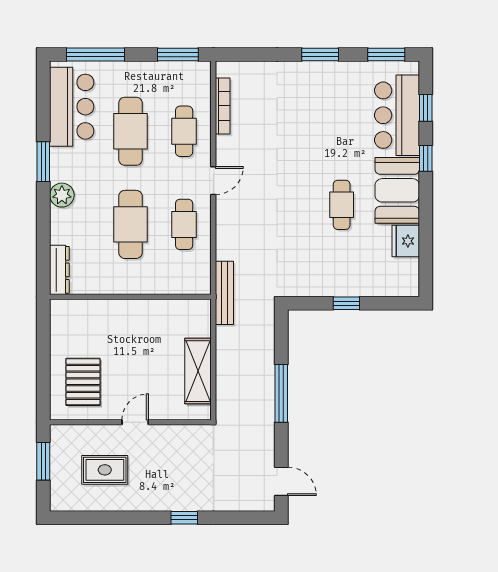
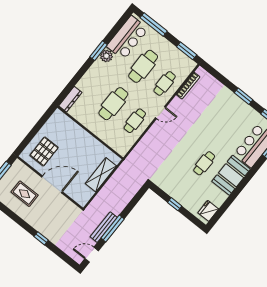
window: (426, 158) -> (253, 172), removed
plant: (62, 195) -> (106, 56), moved
fridge: (406, 241) -> (208, 211), moved
bench: (224, 293) -> (104, 227), moved
shelving: (198, 371) -> (101, 175), moved
window: (281, 393) -> (113, 228), moved
door: (135, 422) -> (52, 184), width x1.88
door: (281, 481) -> (92, 255), swing flipped

